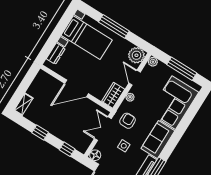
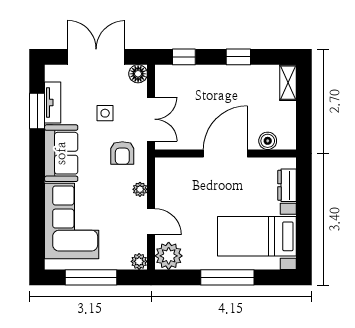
boiler: (52, 82) -> (268, 141), added
wardrobe: (113, 95) -> (166, 177), removed

